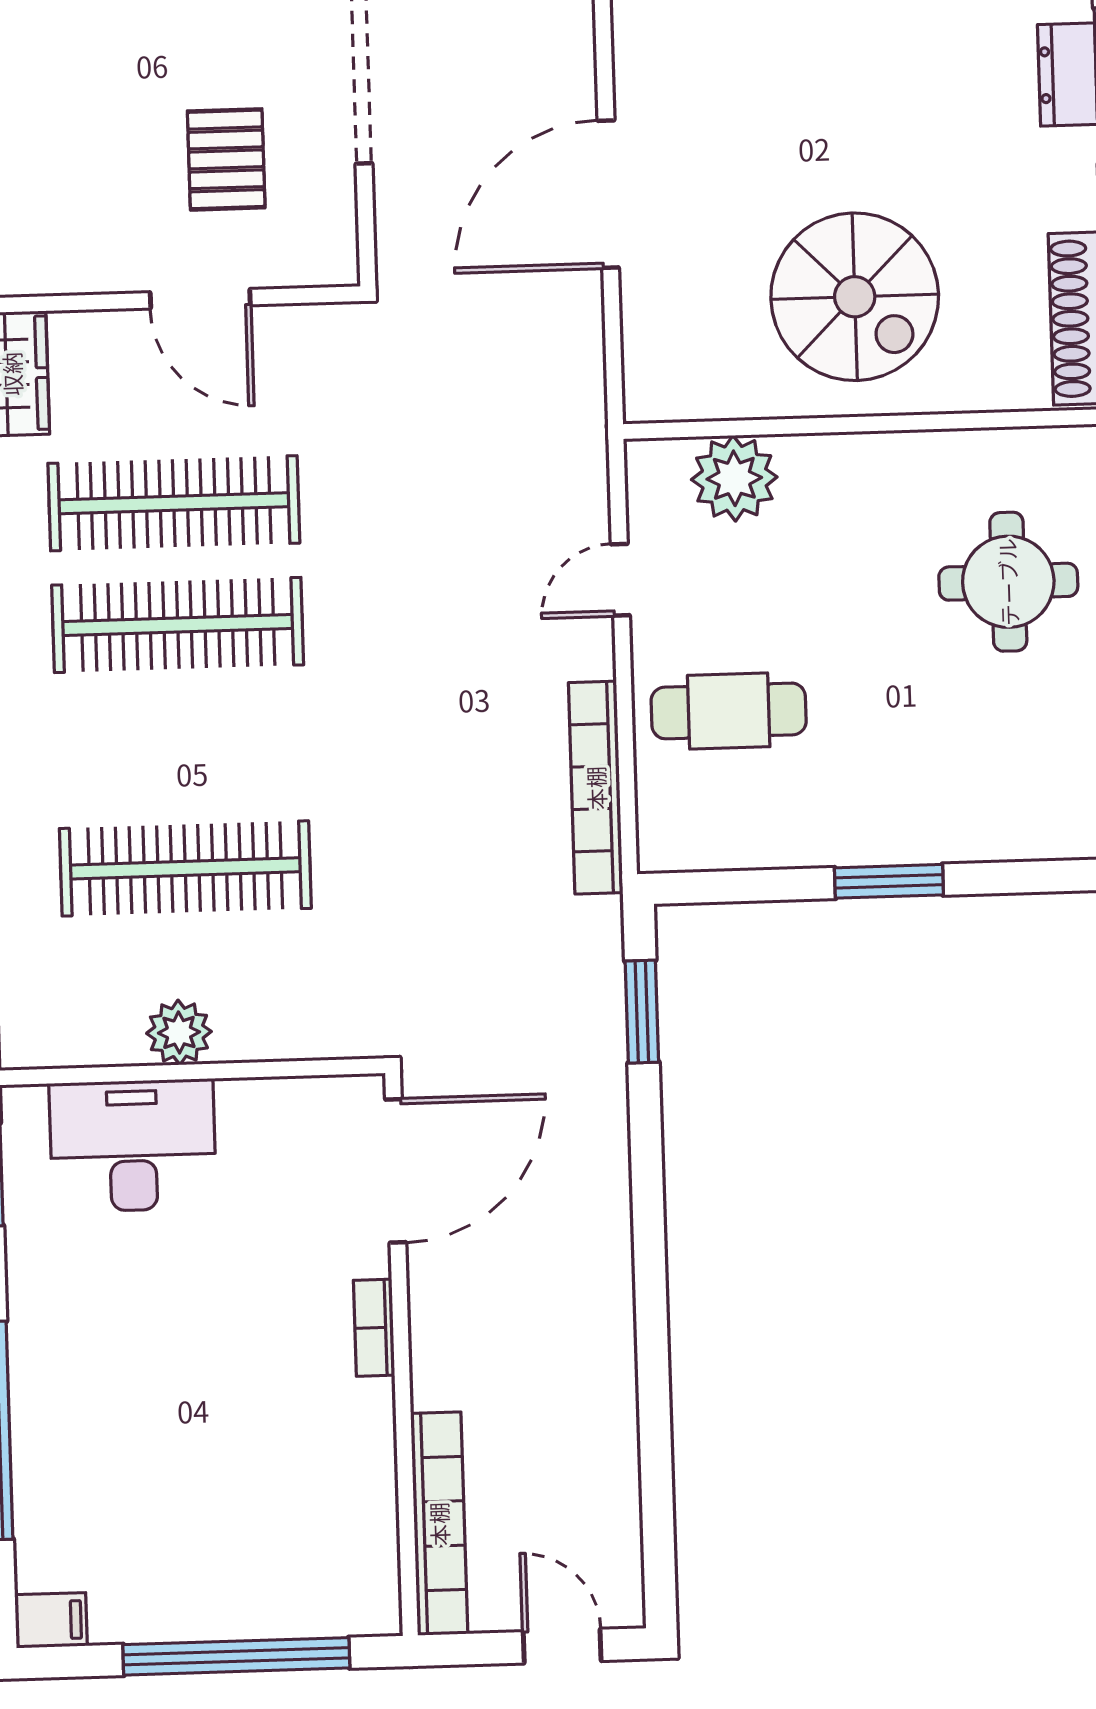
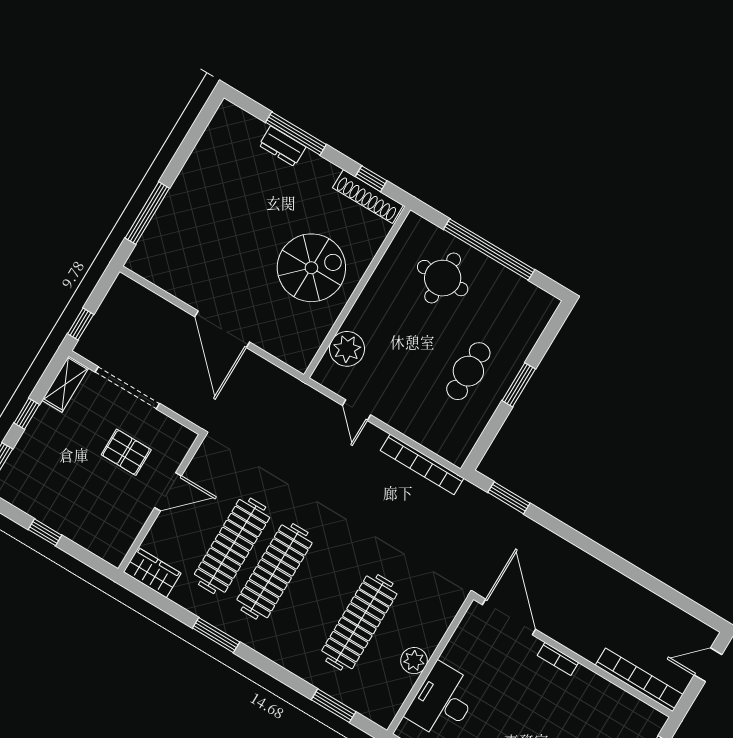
cafe table: (729, 711) -> (468, 371), moved

